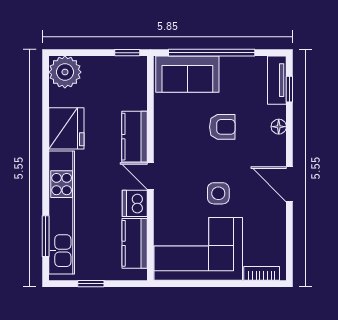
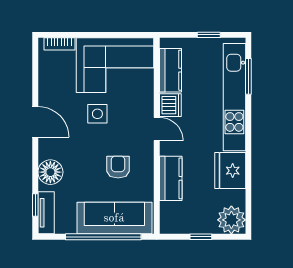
window: (127, 53) -> (201, 237), moved
sofa: (187, 74) -> (114, 218), width x1.36
armchair: (222, 127) -> (118, 167), moved, turned 90
floor lamp: (279, 127) -> (50, 172), width x1.89, depth x1.89
kitchen counter: (134, 137) -> (171, 178), moved

